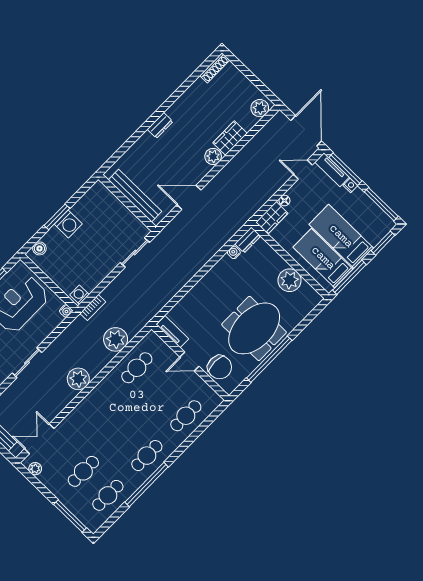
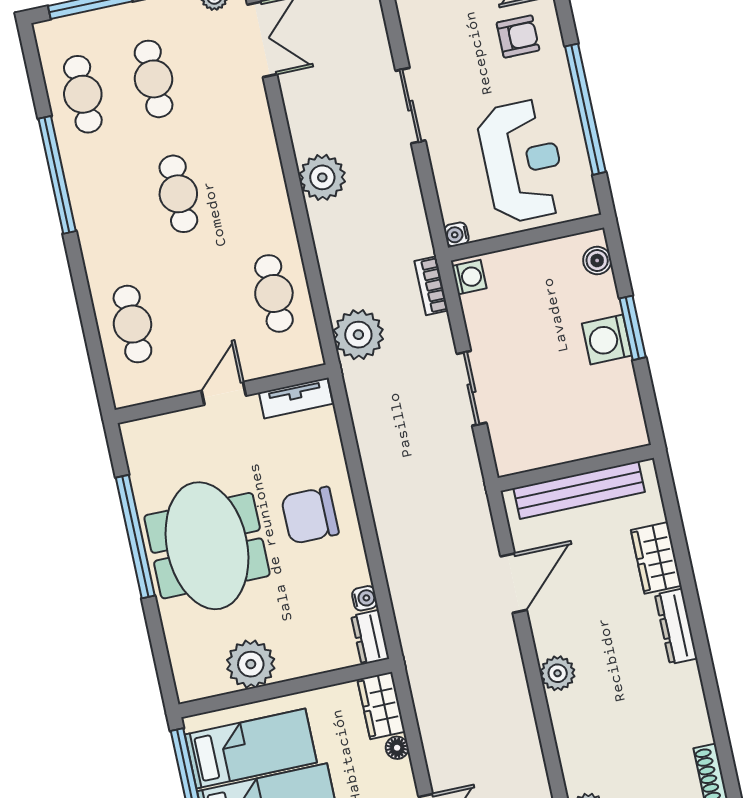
dresser: (160, 125) -> (676, 626), width x1.44
wardrobe: (230, 138) -> (656, 558), moved, turned 180
sliding door: (135, 252) -> (472, 388), moved
plant: (116, 339) -> (358, 335), moved
chair: (220, 367) -> (310, 515), moved
cafe table: (147, 456) -> (178, 194), moved

